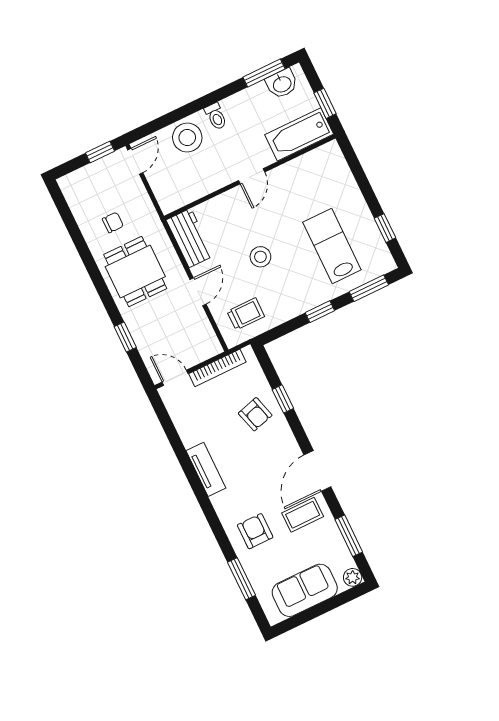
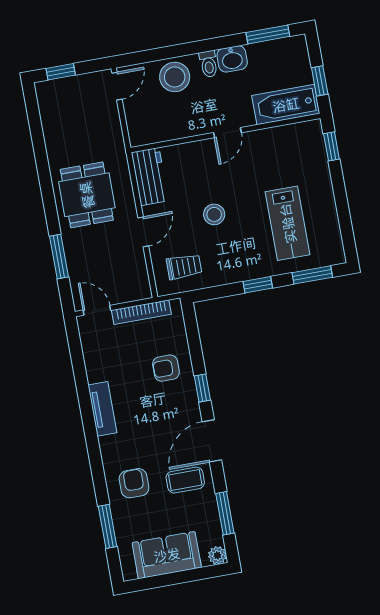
washbasin: (282, 84) -> (232, 59), moved
window: (100, 152) -> (61, 72), moved
chair: (113, 222) -> (78, 140), removed
window: (385, 228) -> (331, 146), moved
lab bench: (332, 246) -> (288, 223), turned 180
window: (125, 337) -> (59, 257), width x1.50
window: (283, 399) -> (202, 388), moved
armchair: (255, 414) -> (166, 368), turned 106

